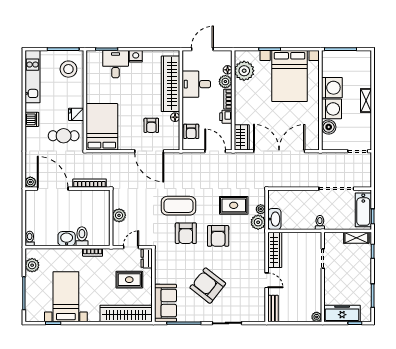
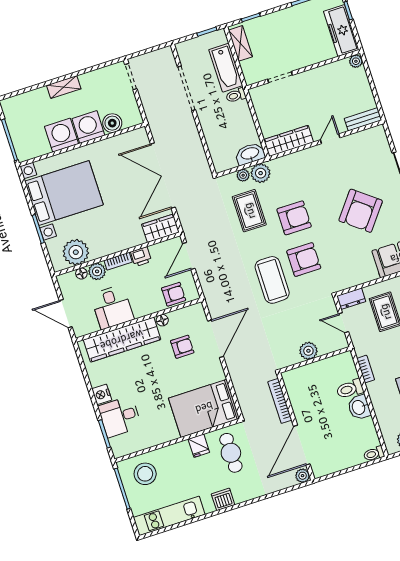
bathtub: (363, 210) -> (226, 68), moved, turned 90

